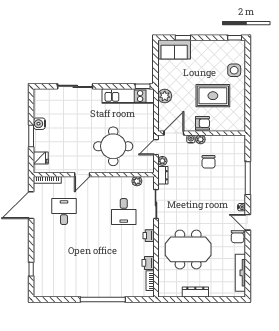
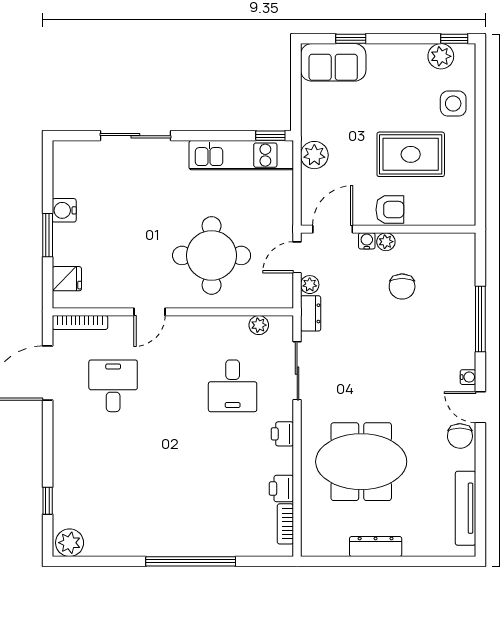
plant: (228, 47) -> (441, 56), added
plant: (42, 290) -> (70, 543), added

